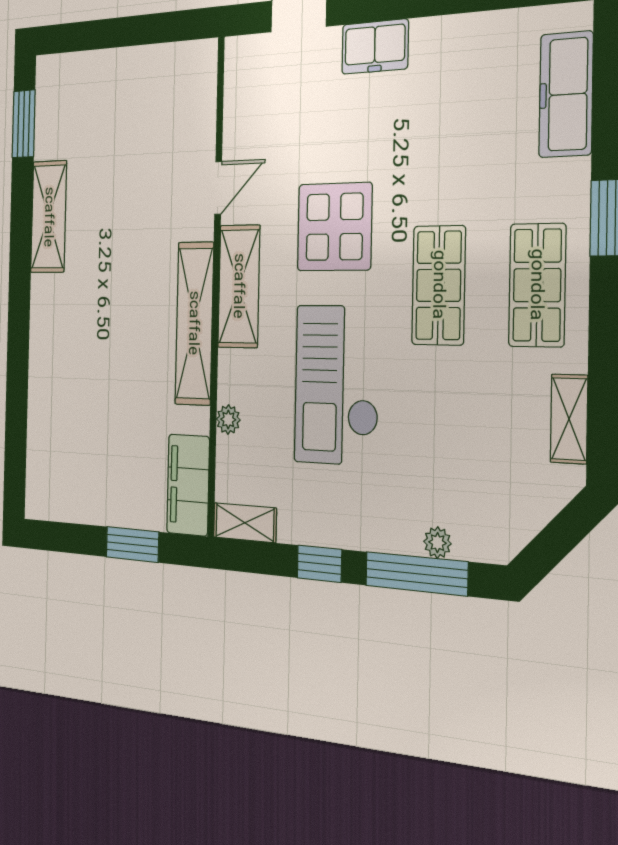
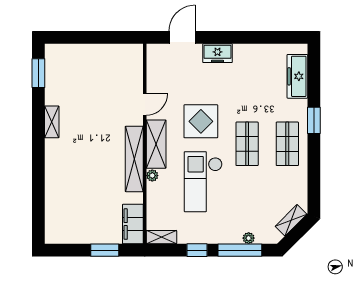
shelving: (49, 217) -> (52, 122), width x0.67, depth x0.75
plant: (228, 419) -> (152, 176), moved
shelving: (569, 419) -> (291, 220), moved, turned 45

